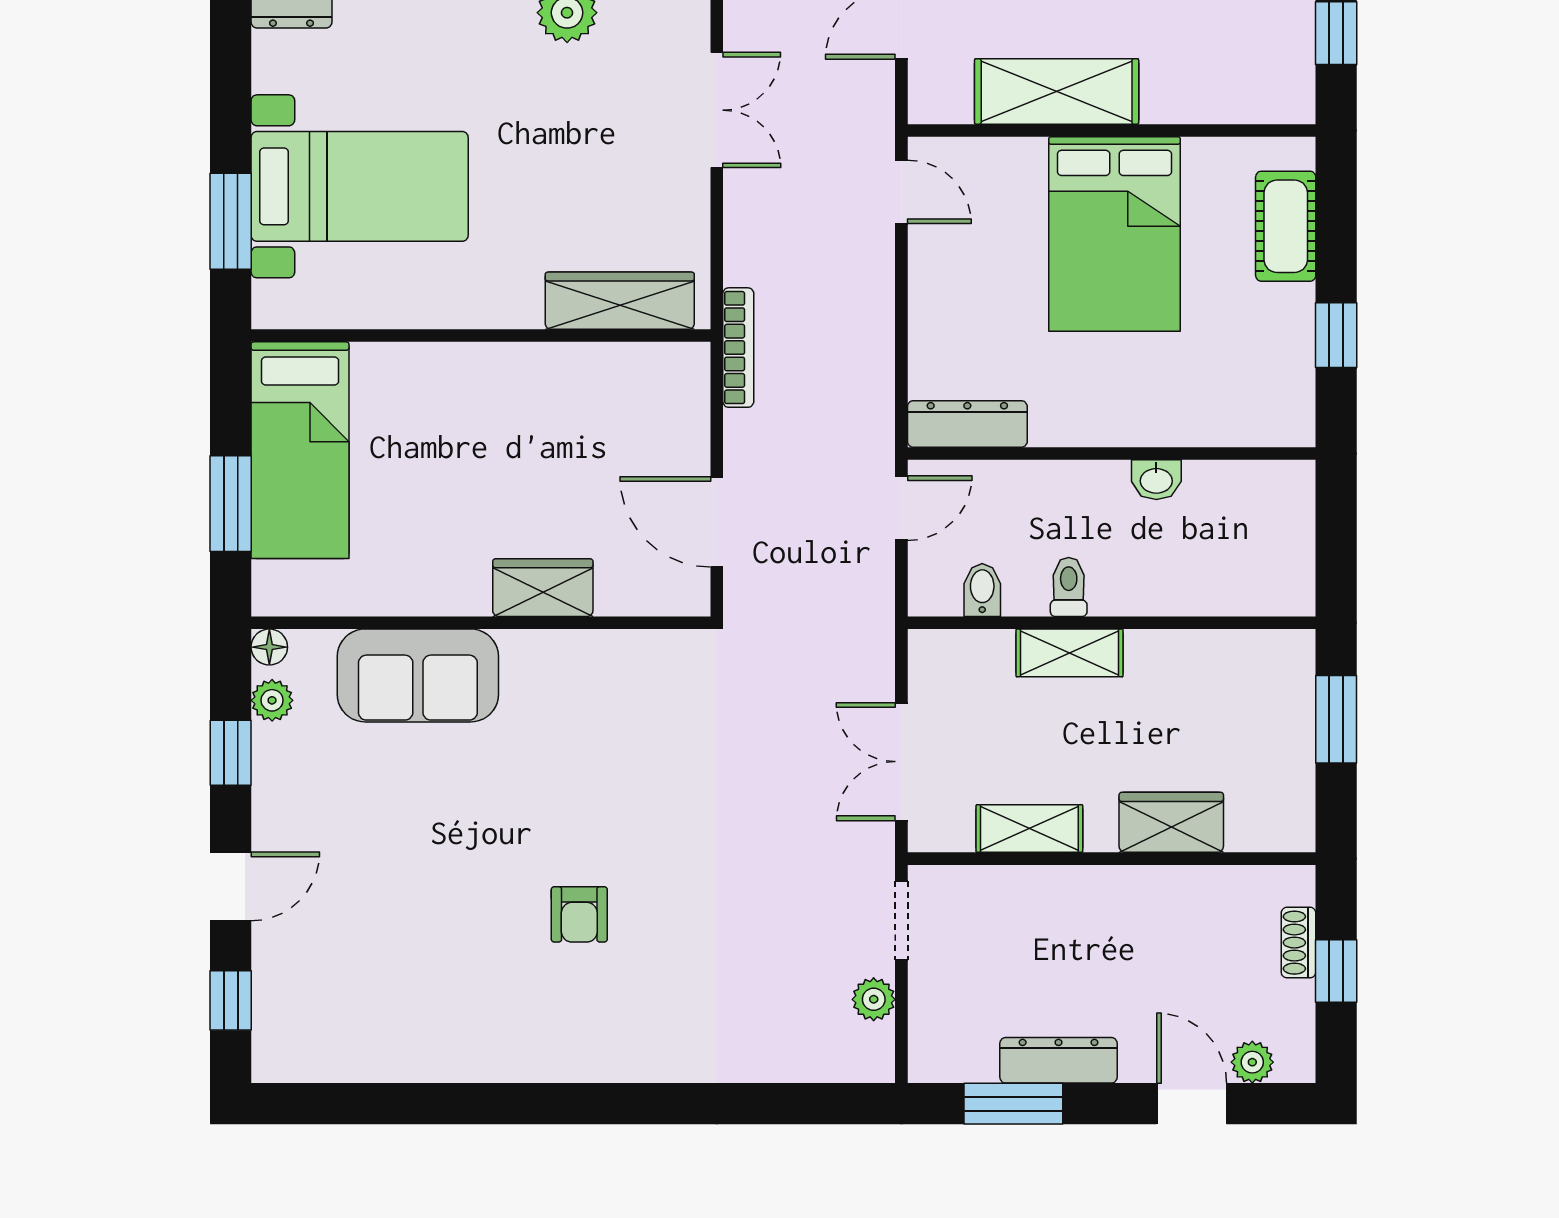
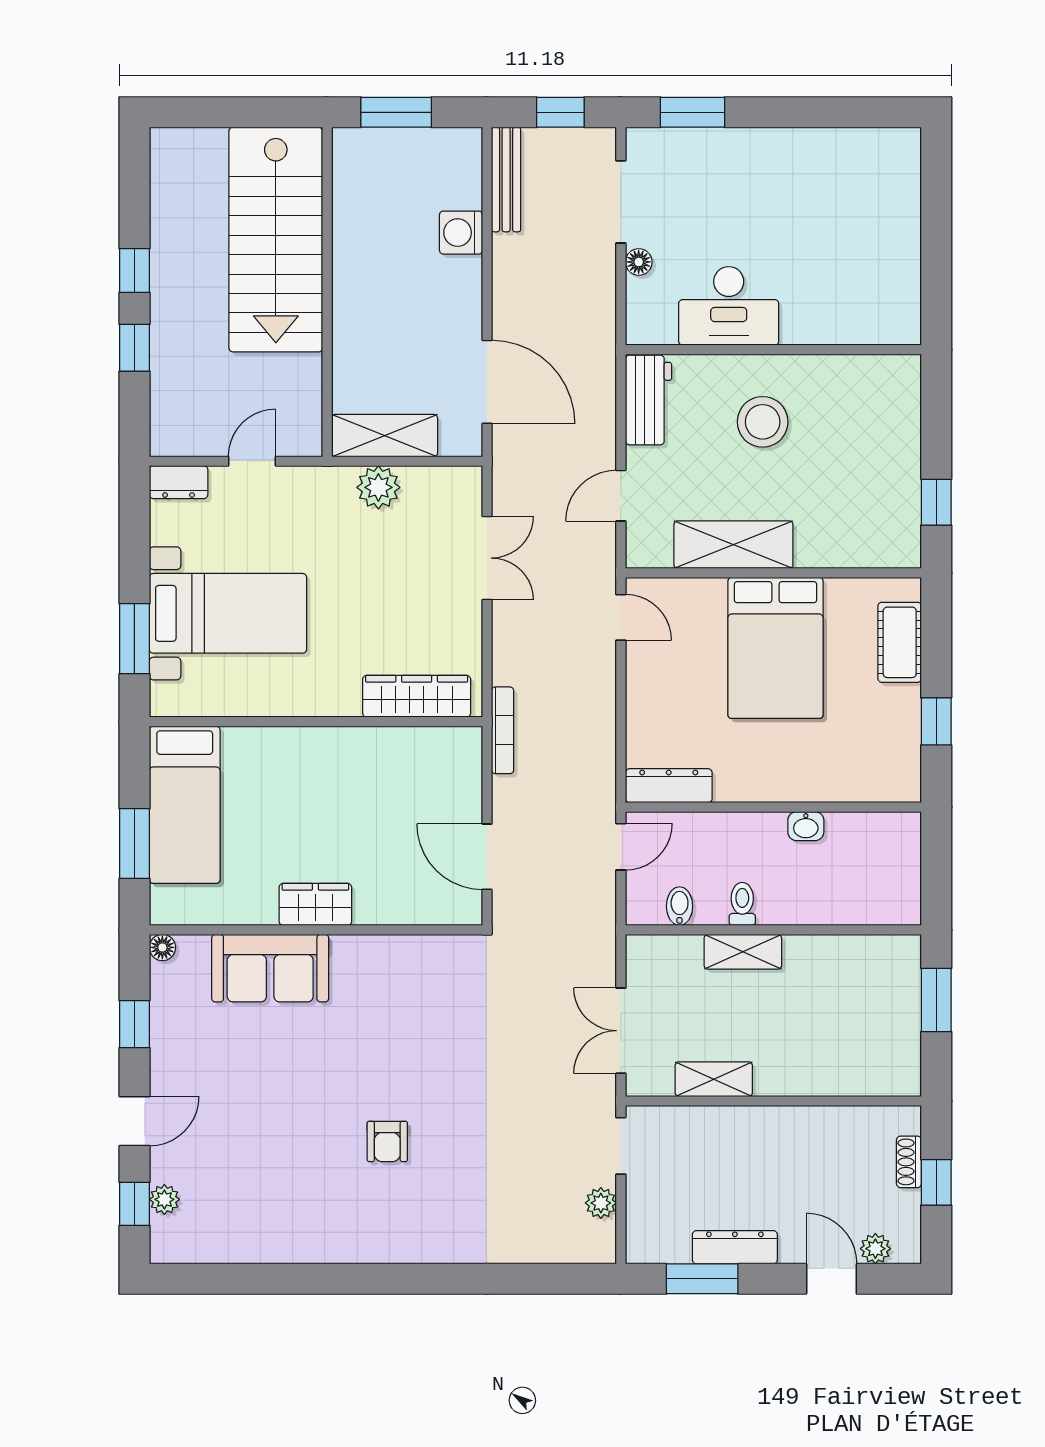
wardrobe: (543, 588) -> (315, 904), moved
plant: (272, 700) -> (164, 1199), moved
wardrobe: (1171, 822) -> (817, 1075), removed

